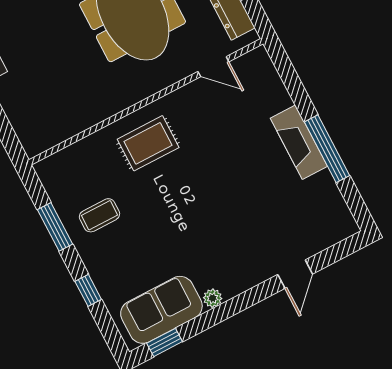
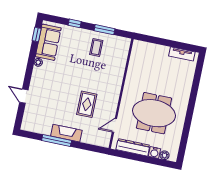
rug: (148, 143) -> (87, 104), moved

